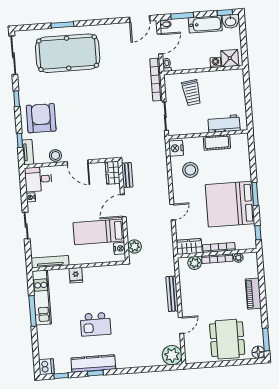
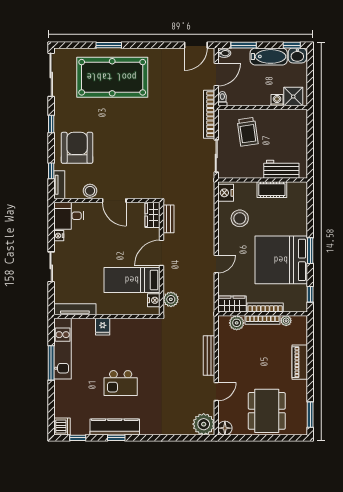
floor lamp: (258, 352) -> (225, 428), moved

